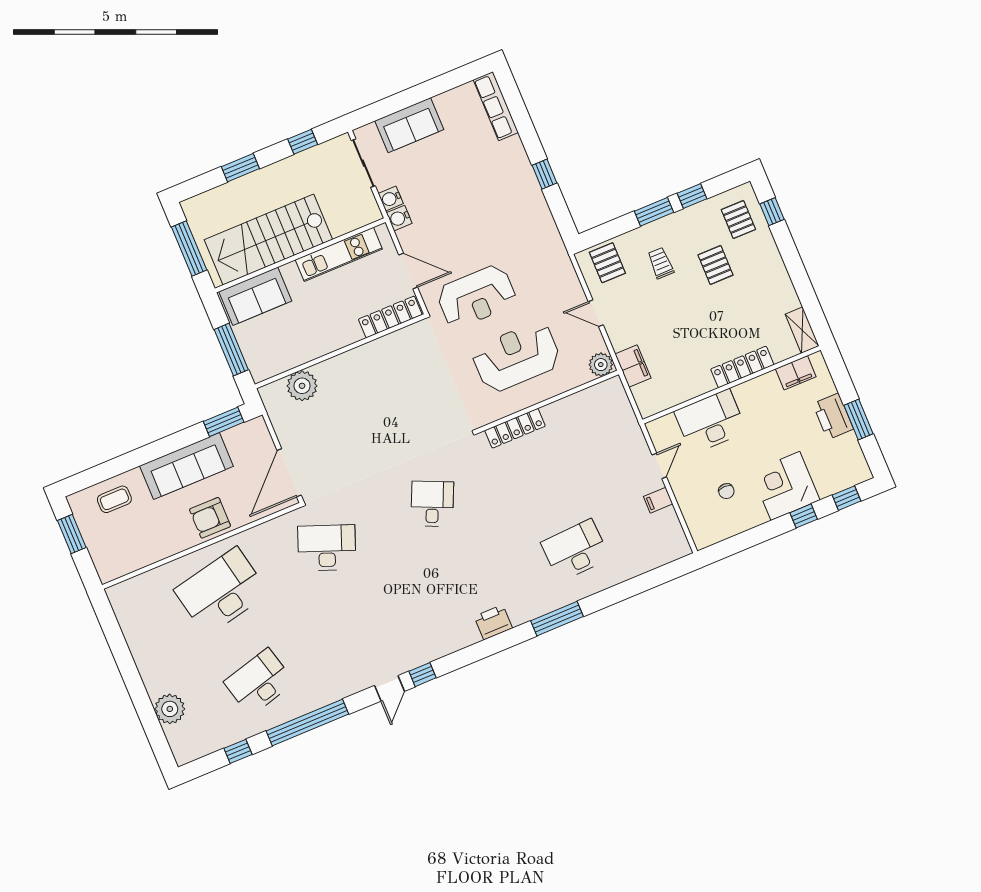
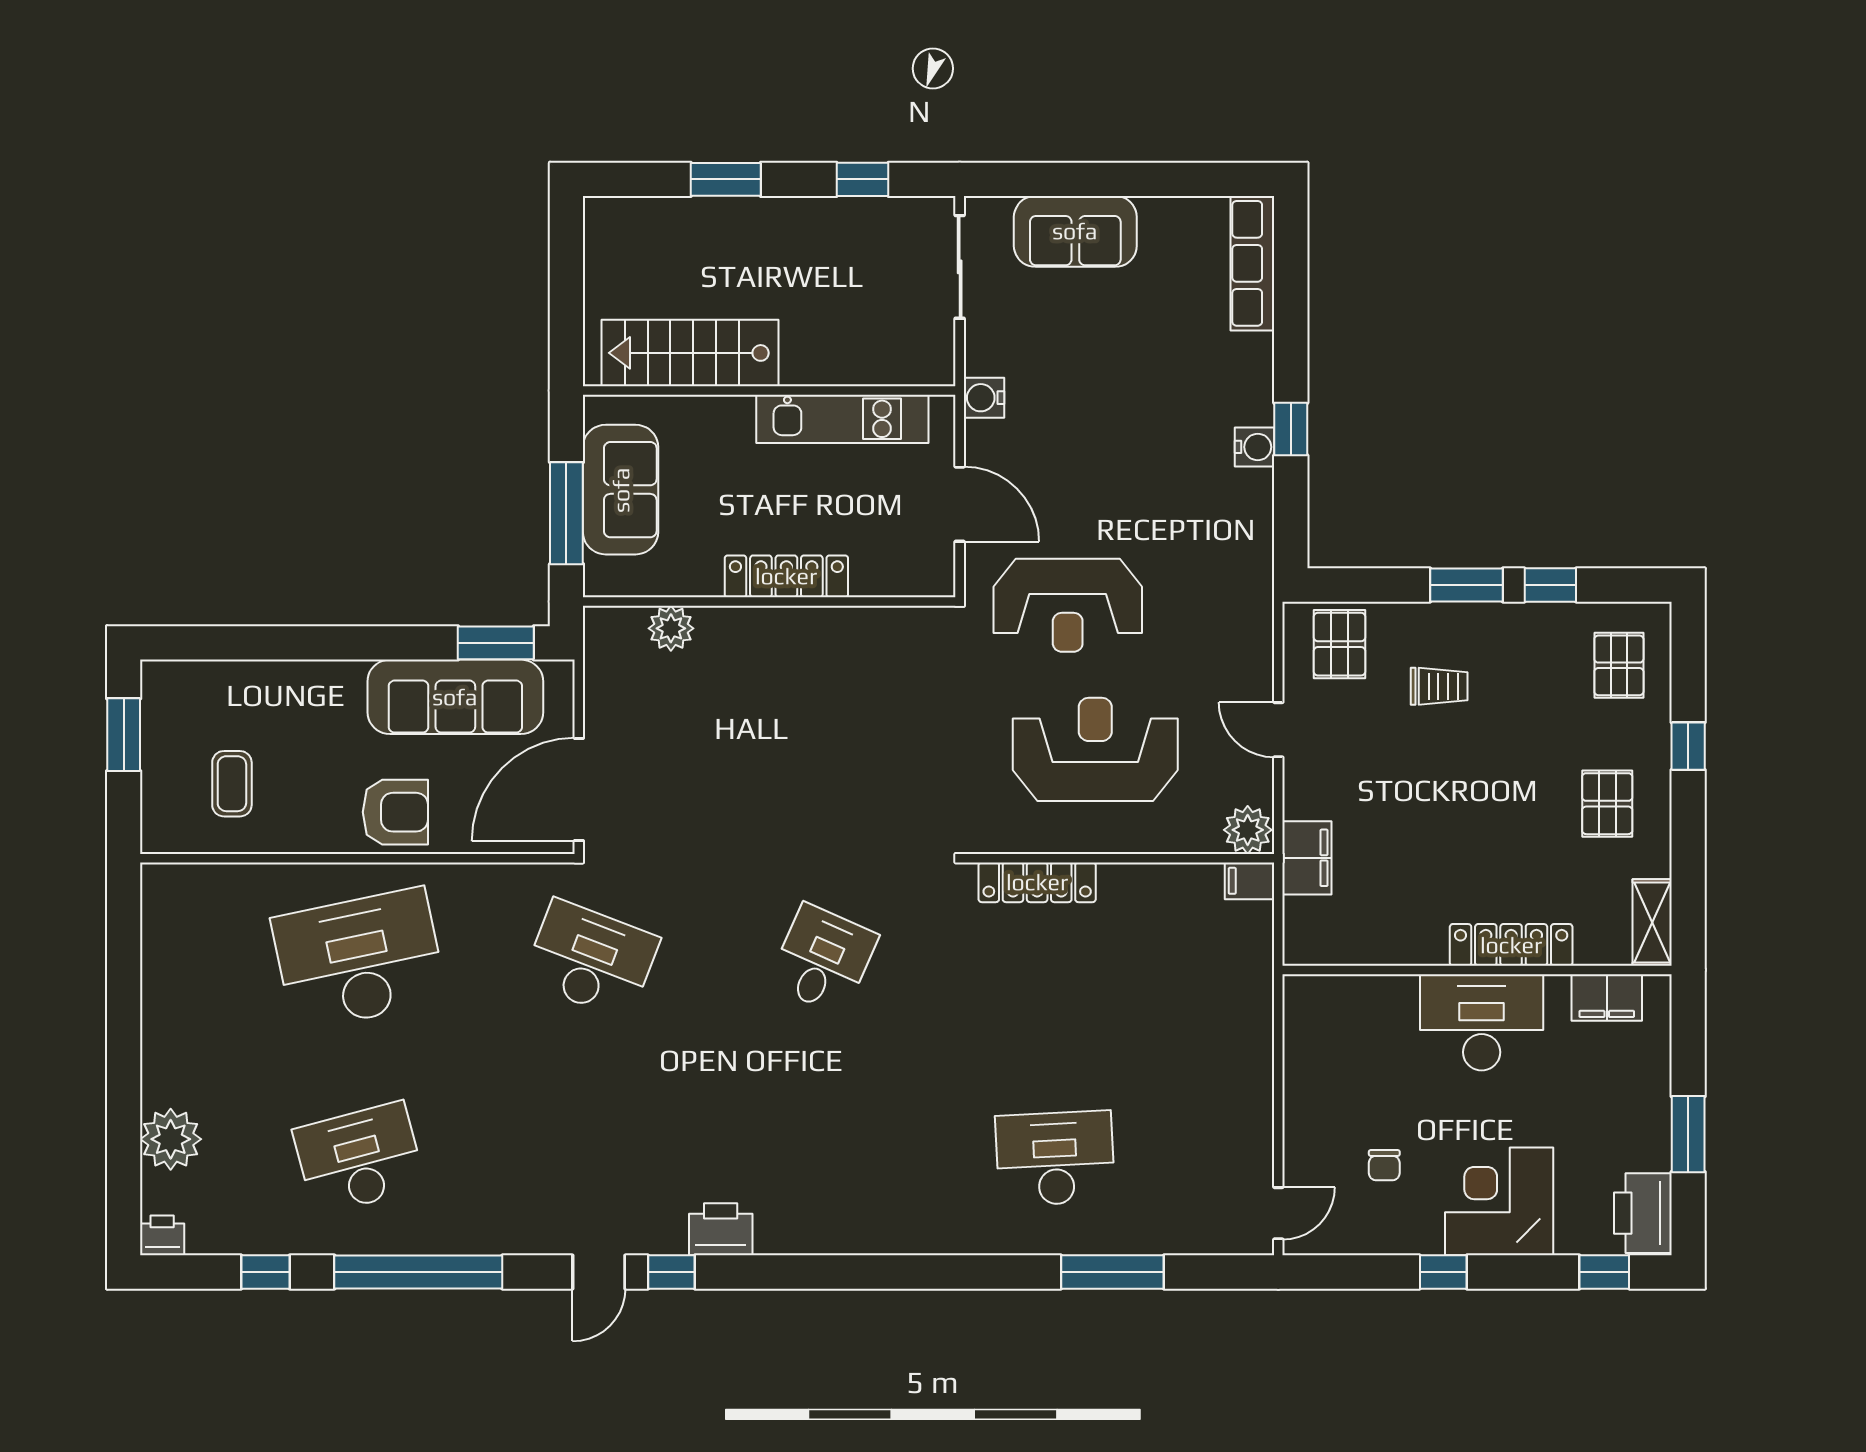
water cooler: (391, 199) -> (1255, 447), moved, turned 180
window: (772, 212) -> (1688, 746), moved
stairs: (268, 240) -> (690, 353), width x0.73, depth x0.66
window: (189, 248) -> (566, 291), removed
trolley: (661, 263) -> (1439, 686), turned 90
pallet: (716, 265) -> (1607, 804), moved
sofa: (255, 296) -> (621, 490), moved, turned -90
locker: (390, 317) -> (786, 576), moved
plant: (302, 386) -> (671, 628), width x0.73, depth x0.73
printer: (833, 416) -> (1643, 1213), moved
desk: (711, 421) -> (1482, 1022), moved
sofa: (186, 466) -> (455, 697), moved
door: (659, 466) -> (1278, 1213), moved
coffee table: (114, 499) -> (232, 784), moved, turned 90
filing cabinet: (658, 500) -> (1250, 881), moved
window: (804, 516) -> (1443, 1272), moved
armchair: (210, 518) -> (395, 812), turned 180
window: (557, 619) -> (1112, 1272), moved
printer: (493, 622) -> (721, 1229), moved
printer: (184, 754) -> (162, 1235), added

